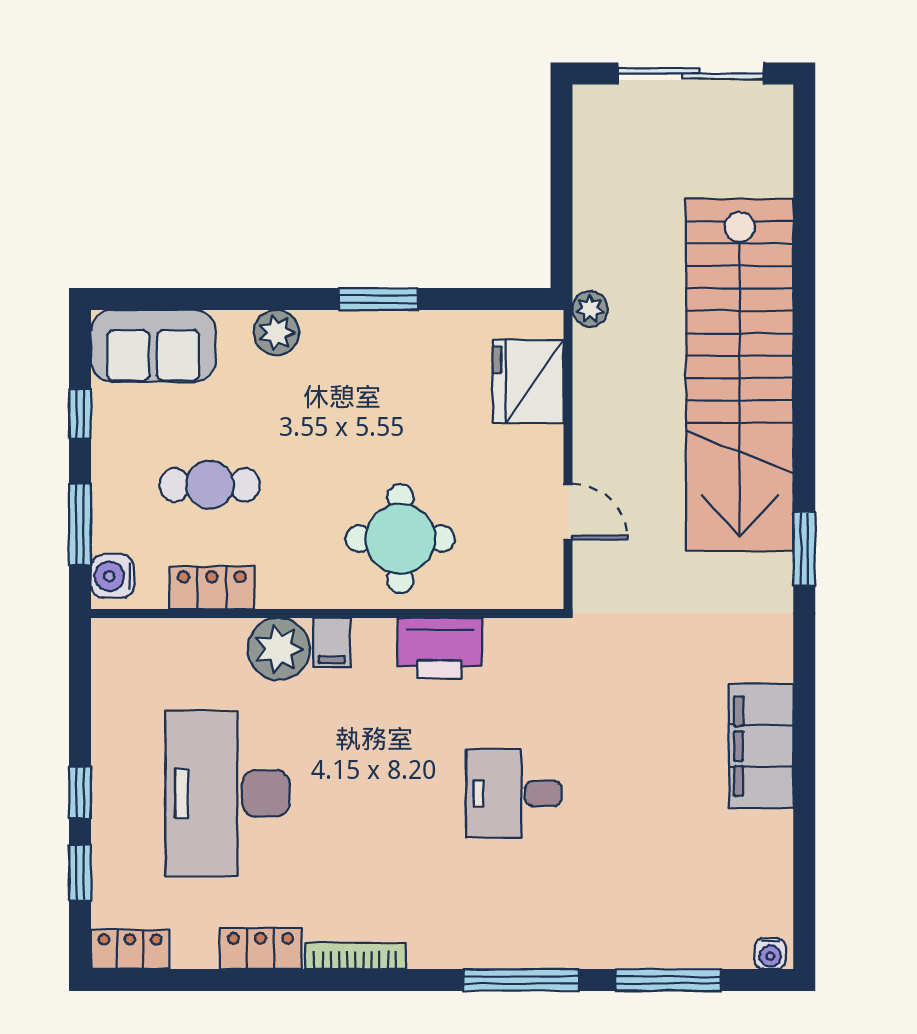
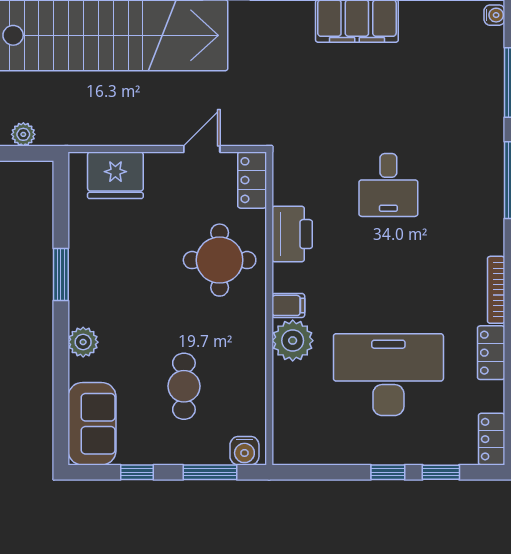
plant: (590, 309) -> (23, 134), moved
locker: (212, 588) -> (252, 180), moved
desk: (227, 793) -> (388, 375), turned 180

